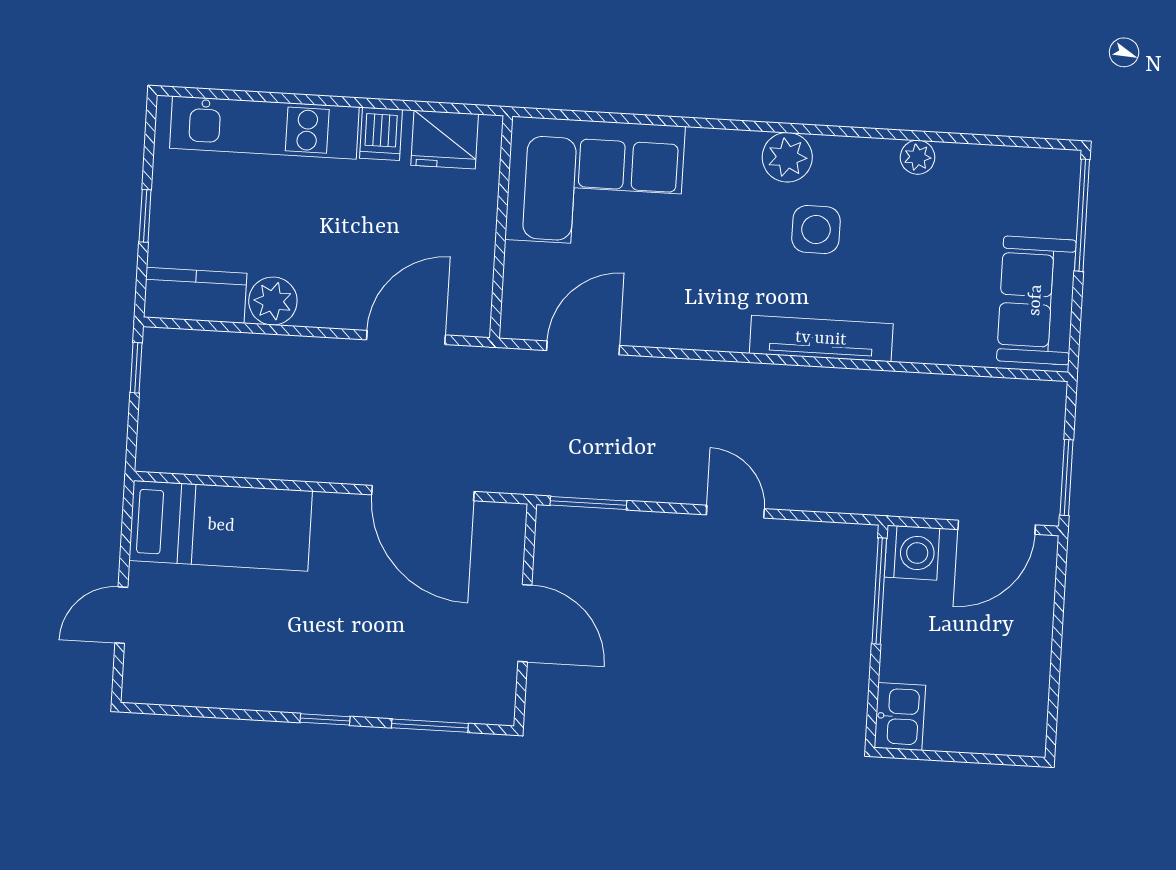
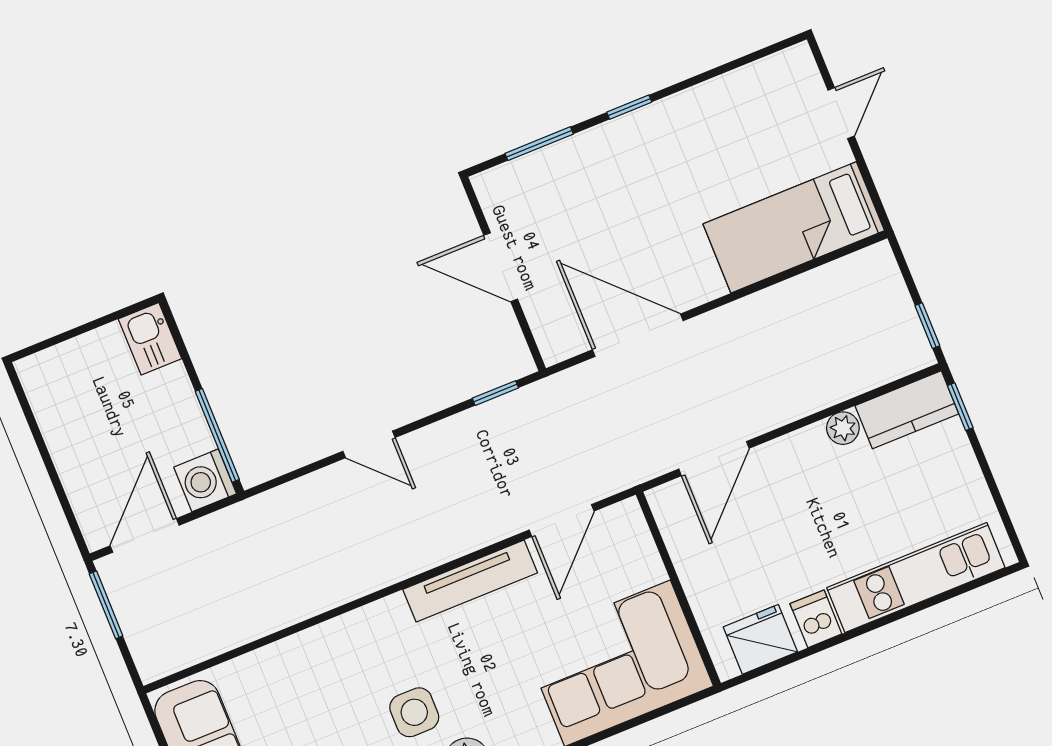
window: (145, 216) -> (960, 407), moved
plant: (273, 301) -> (843, 428), width x0.73, depth x0.73
tv unit: (821, 339) -> (470, 581), moved
window: (588, 503) -> (495, 393), width x0.67

